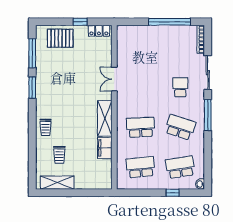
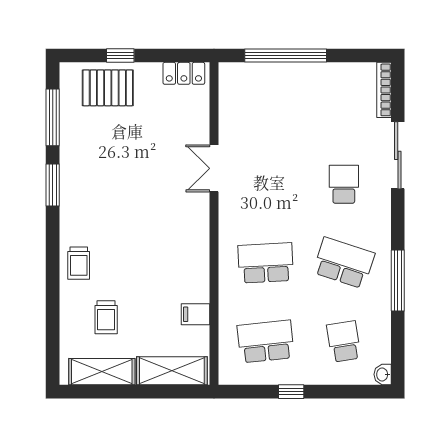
window: (80, 22) -> (120, 56), moved
window: (170, 22) -> (286, 56), moved
window: (208, 115) -> (398, 281), moved
shelving: (105, 118) -> (172, 371), moved, turned 90
filing cabinet: (105, 148) -> (195, 314), width x0.50
school desk: (180, 167) -> (344, 342), width x0.54
window: (173, 193) -> (291, 392), moved

